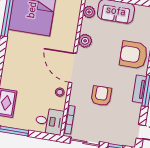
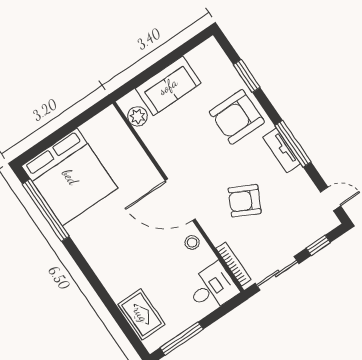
plant: (85, 41) -> (165, 154), removed
armchair: (101, 96) -> (245, 201), turned -63

